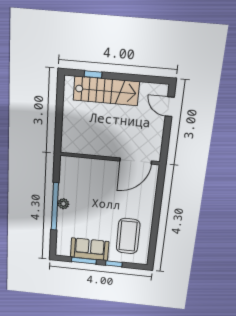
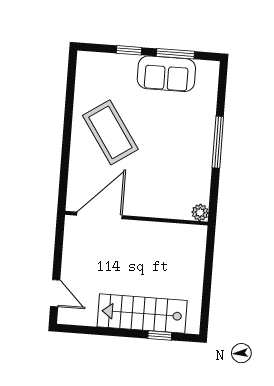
plant: (63, 204) -> (200, 212), moved
window: (55, 207) -> (218, 142), width x0.68
coffee table: (128, 236) -> (110, 132), moved, turned -34

